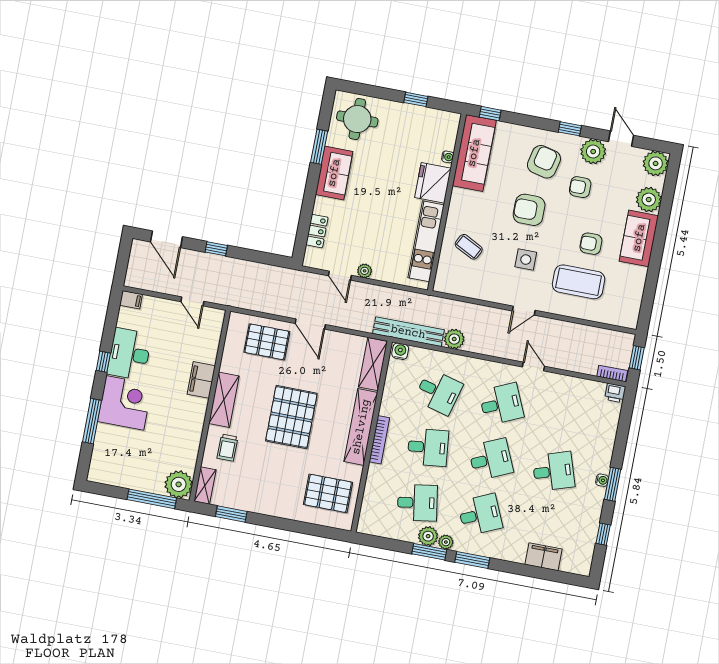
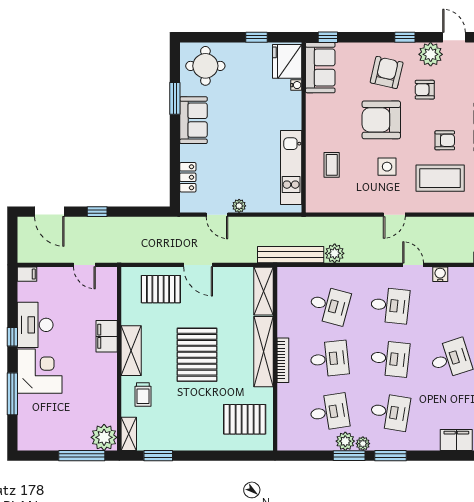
sofa: (474, 153) -> (320, 68), width x0.73
fridge: (433, 183) -> (287, 61), moved
armchair: (529, 210) -> (381, 120), width x1.36, depth x1.36
armchair: (591, 244) -> (445, 140), turned 180
coffee table: (469, 247) -> (332, 165), turned 63
water cooler: (400, 351) -> (440, 274), moved
desk: (501, 404) -> (390, 305), turned 30
desk: (491, 459) -> (390, 359), turned 30
desk: (480, 515) -> (390, 412), turned 33

